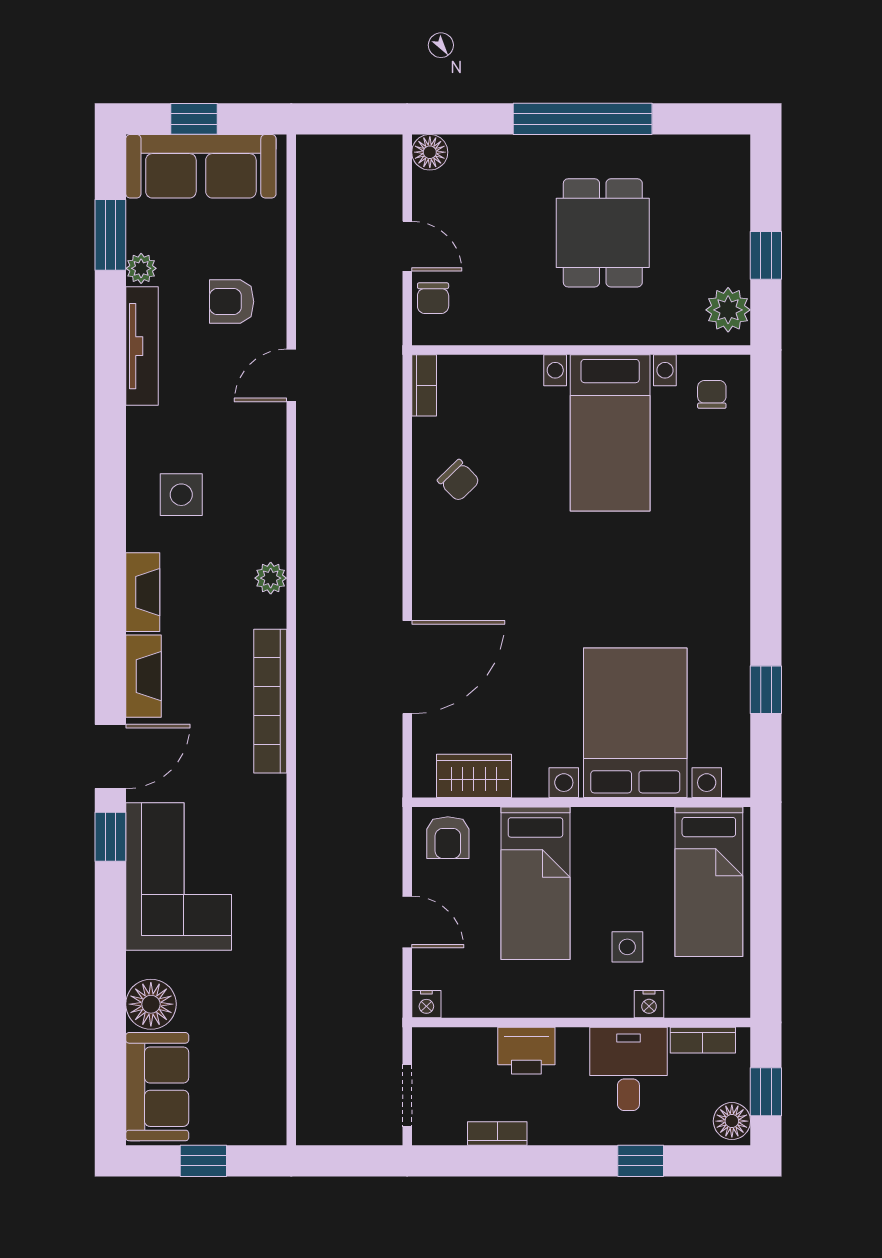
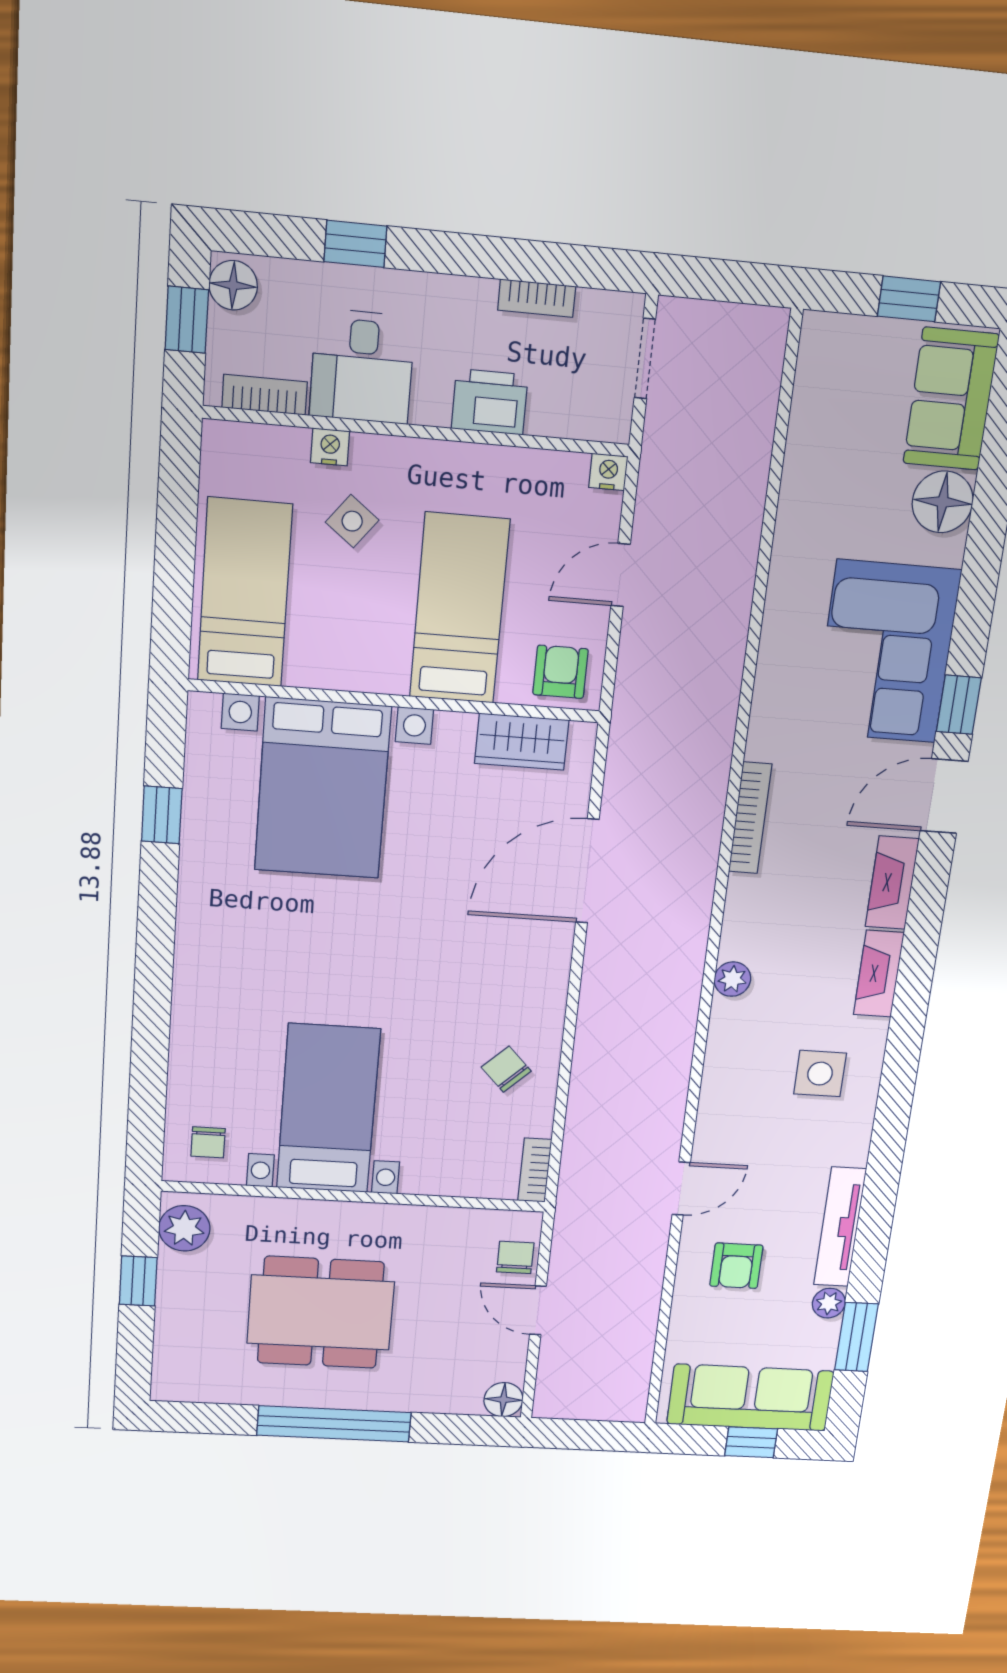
dining table: (603, 233) -> (321, 1313), width x1.38
armchair: (232, 302) -> (736, 1266), turned 90
bookcase: (270, 701) -> (750, 818), width x0.68, depth x0.76
door: (407, 922) -> (621, 575), hinge flipped
side table: (627, 947) -> (352, 521), turned 38

